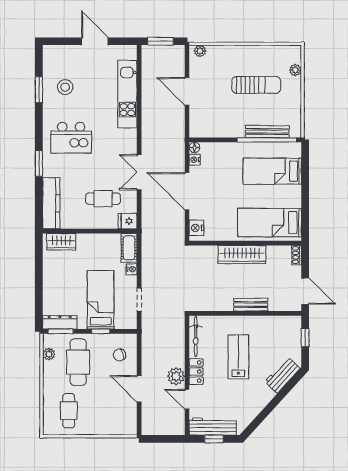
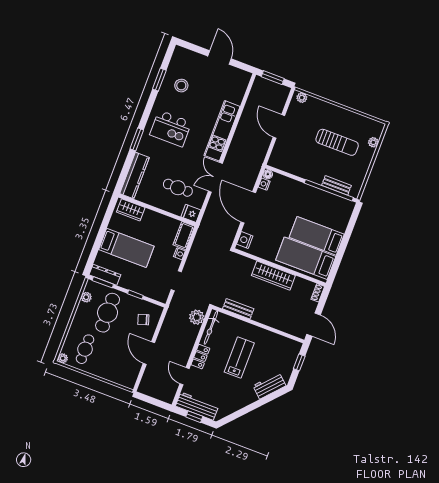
kitchen unit: (127, 94) -> (222, 131), moved
bench: (267, 132) -> (336, 185), width x0.73
bed: (272, 171) -> (317, 236), moved
bed: (101, 300) -> (126, 248), moved, turned 90
bench: (251, 305) -> (238, 309), moved
plant: (176, 376) -> (197, 317), moved
plant: (48, 430) -> (63, 358), added

